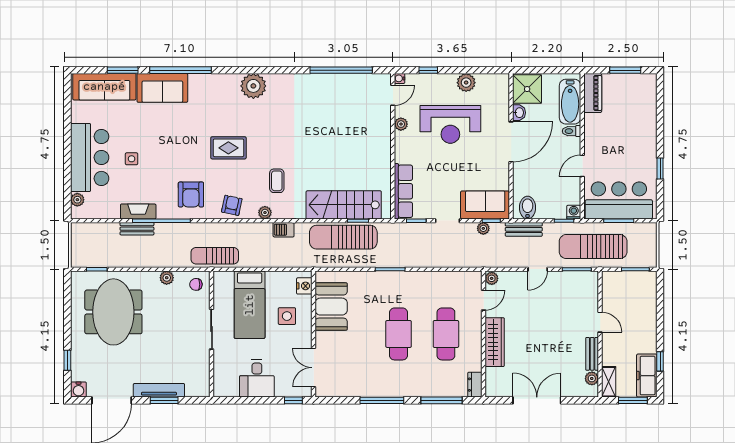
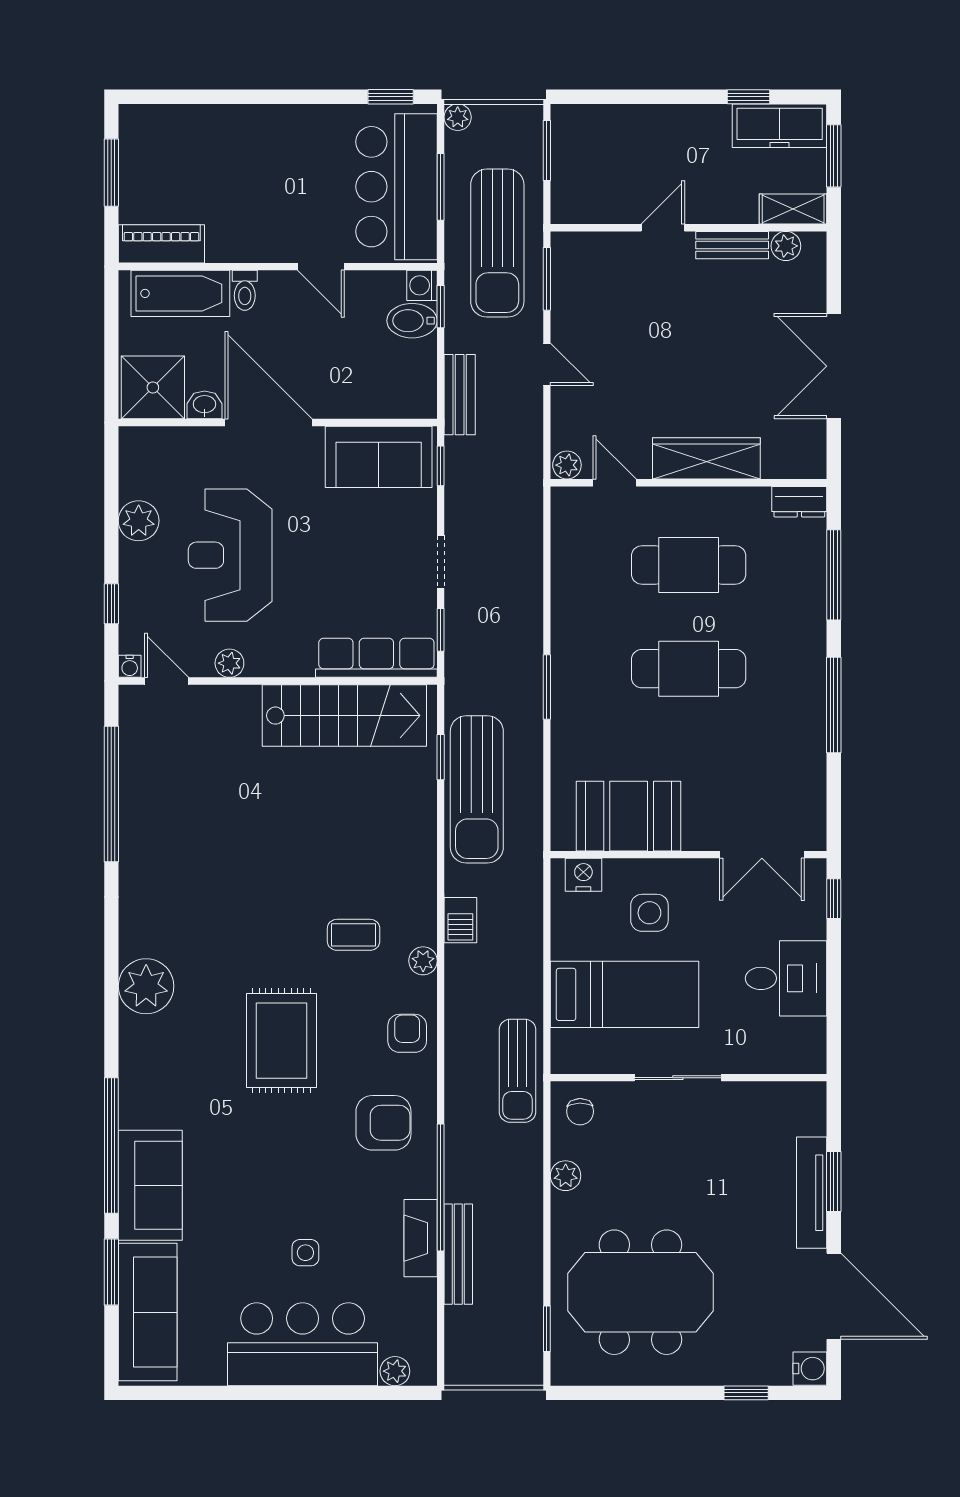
reception desk: (450, 124) -> (230, 555), turned 180
rug: (228, 148) -> (281, 1041), width x1.36, depth x1.43
window: (660, 168) -> (391, 97), moved
armchair: (232, 205) -> (407, 1033), turned 78
stairs: (344, 205) -> (344, 716), moved, turned -90
sofa: (485, 205) -> (379, 457), moved, turned -90
bidet: (528, 208) -> (412, 321), moved
plant: (483, 228) -> (458, 117), moved
bench: (137, 229) -> (458, 1254), width x1.36

